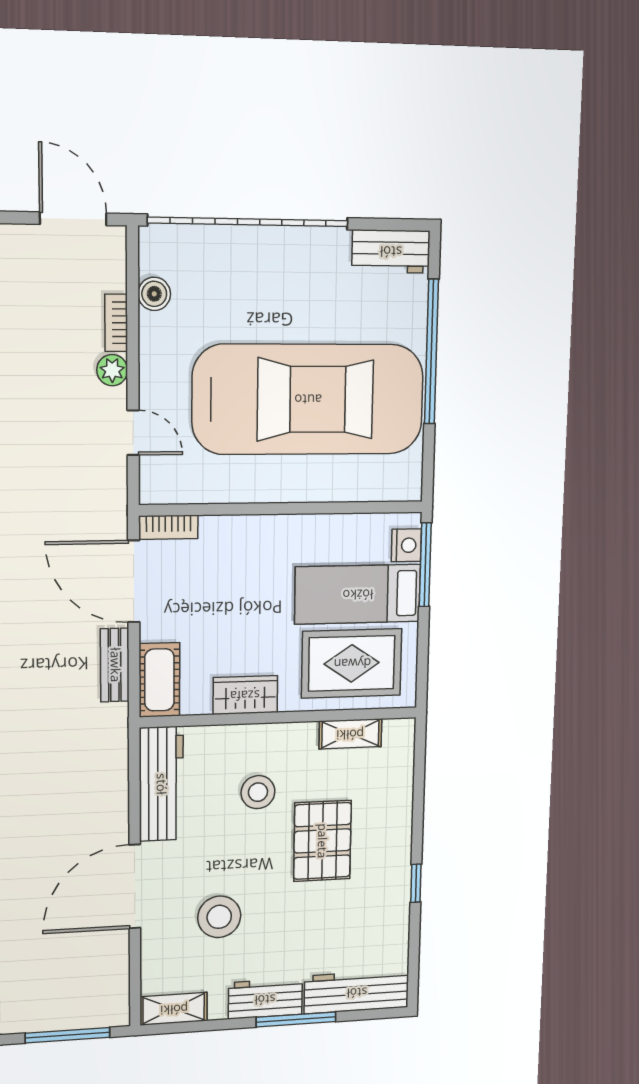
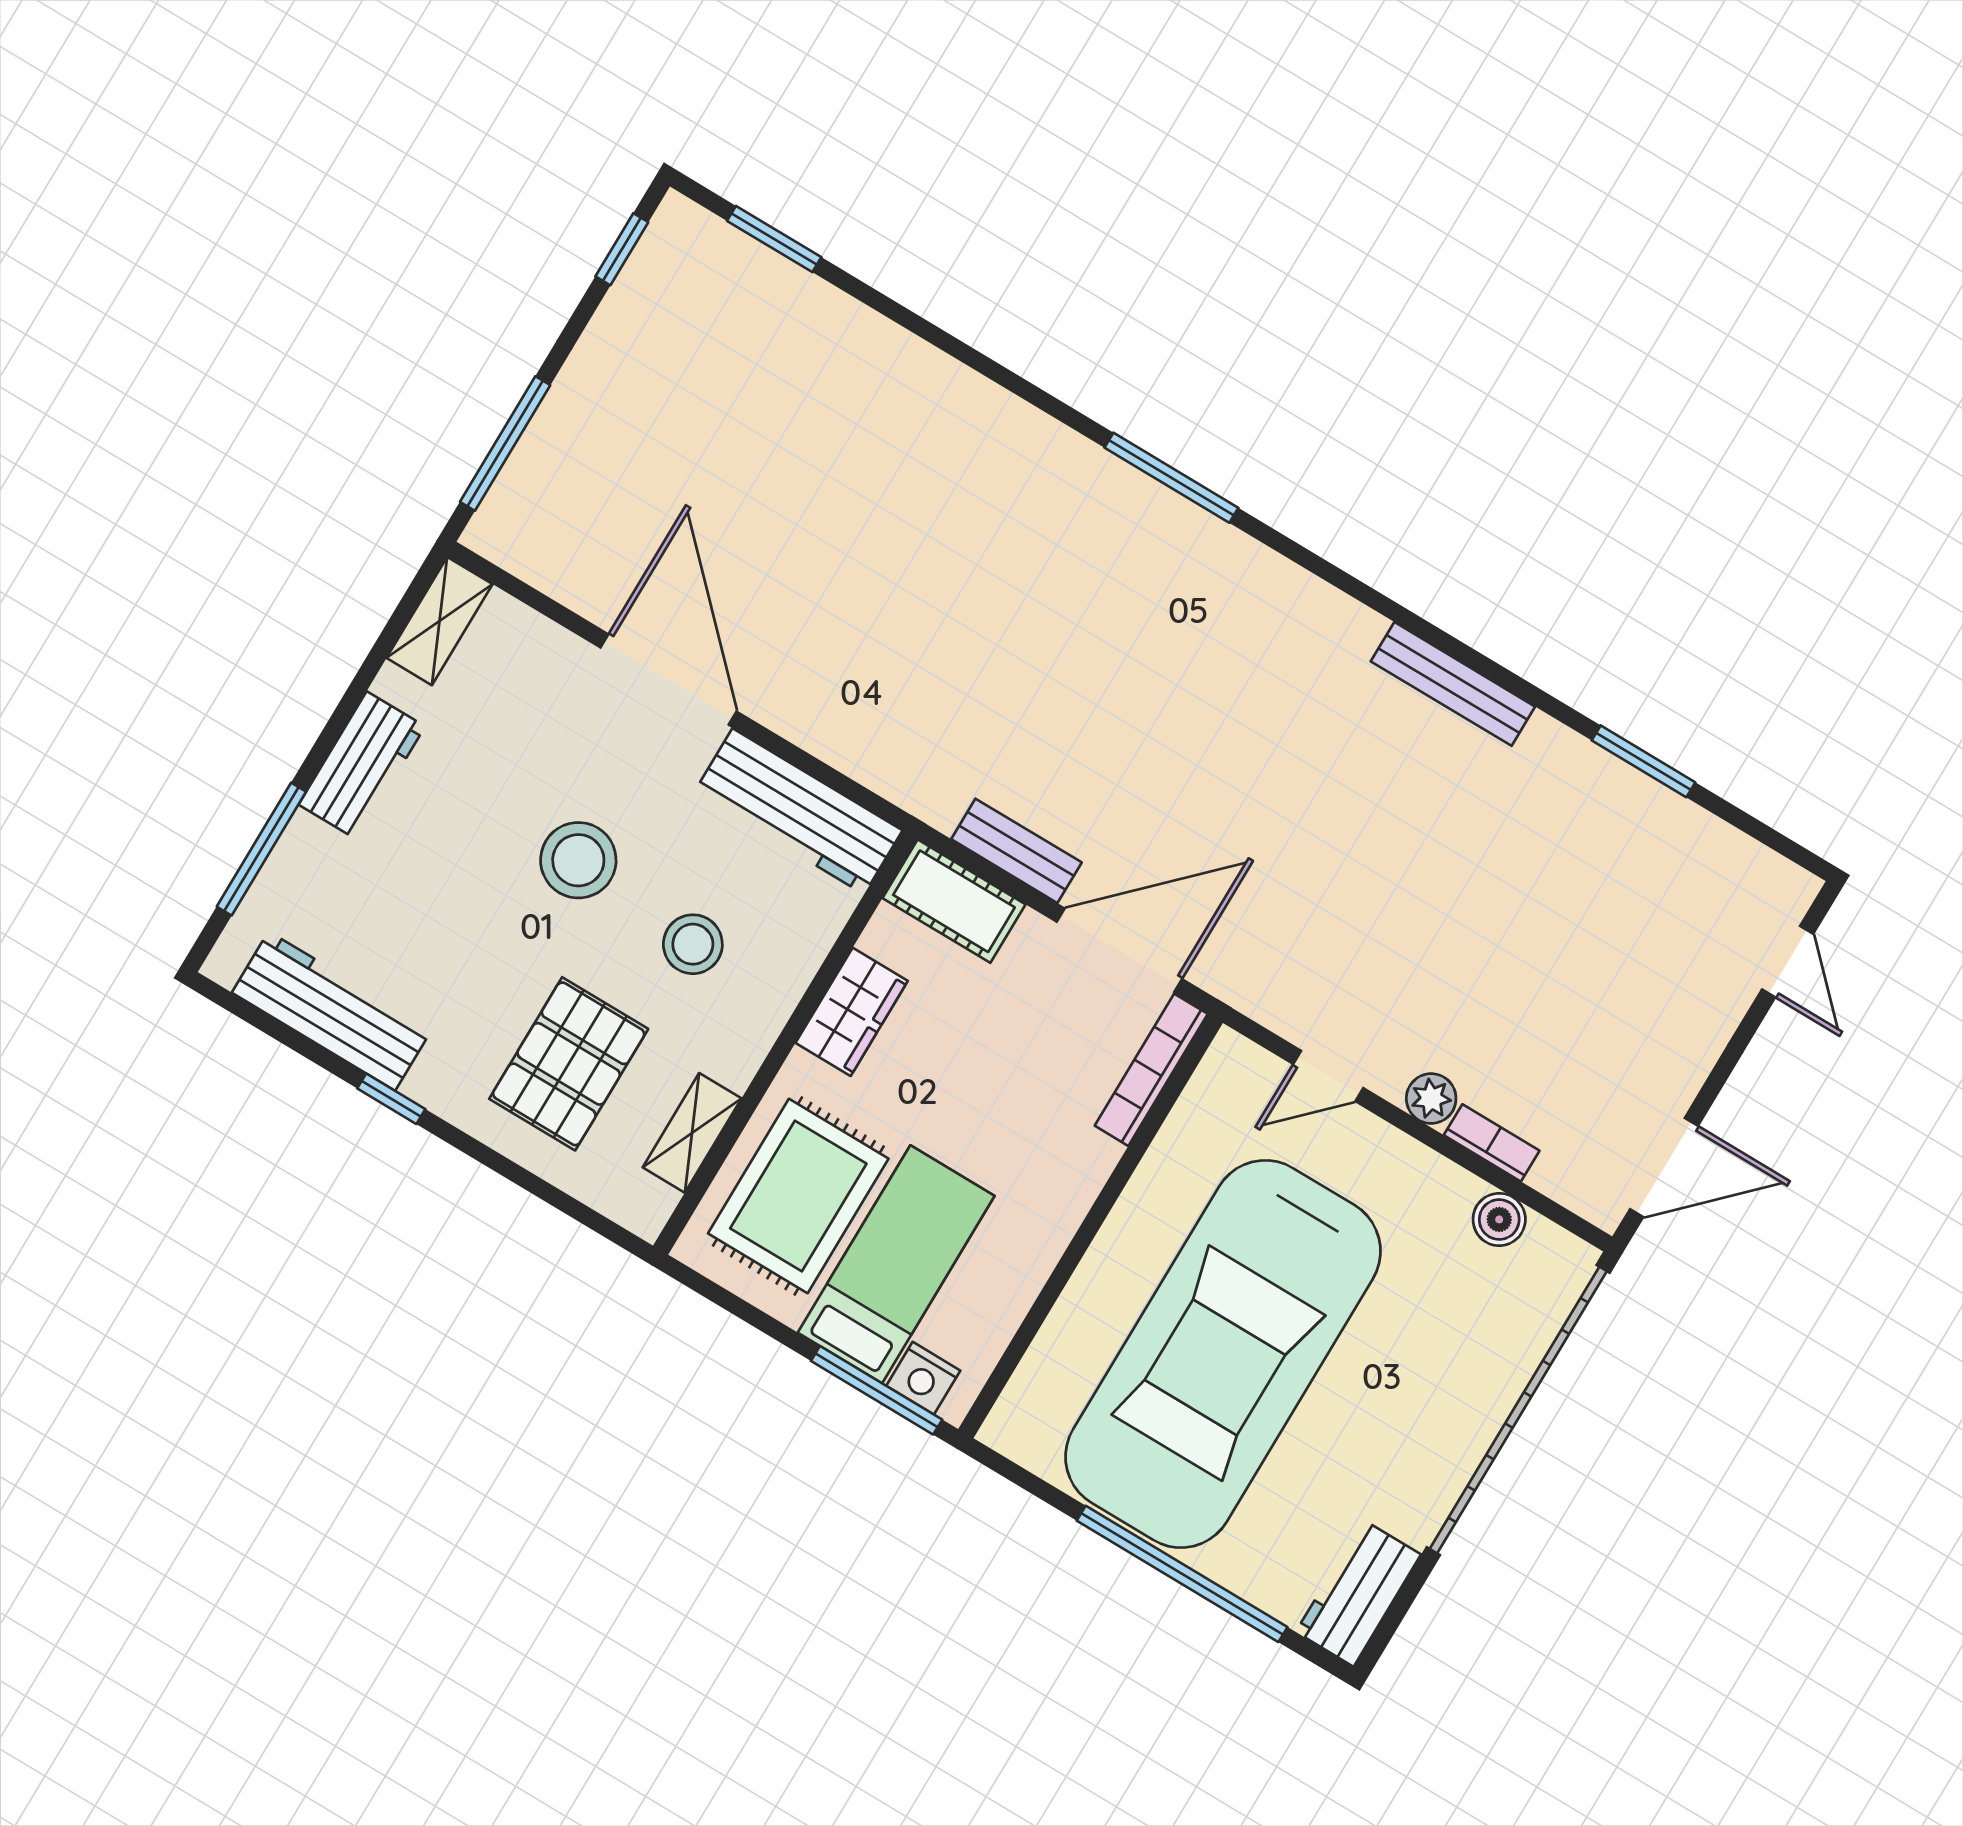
bookcase: (168, 527) -> (1151, 1070), width x1.56
pallet: (322, 841) -> (569, 1064), moved, turned 90
stool: (219, 917) -> (578, 860), moved
workbench: (357, 992) -> (332, 1011), moved, turned -90
window: (296, 1019) -> (261, 849), moved

